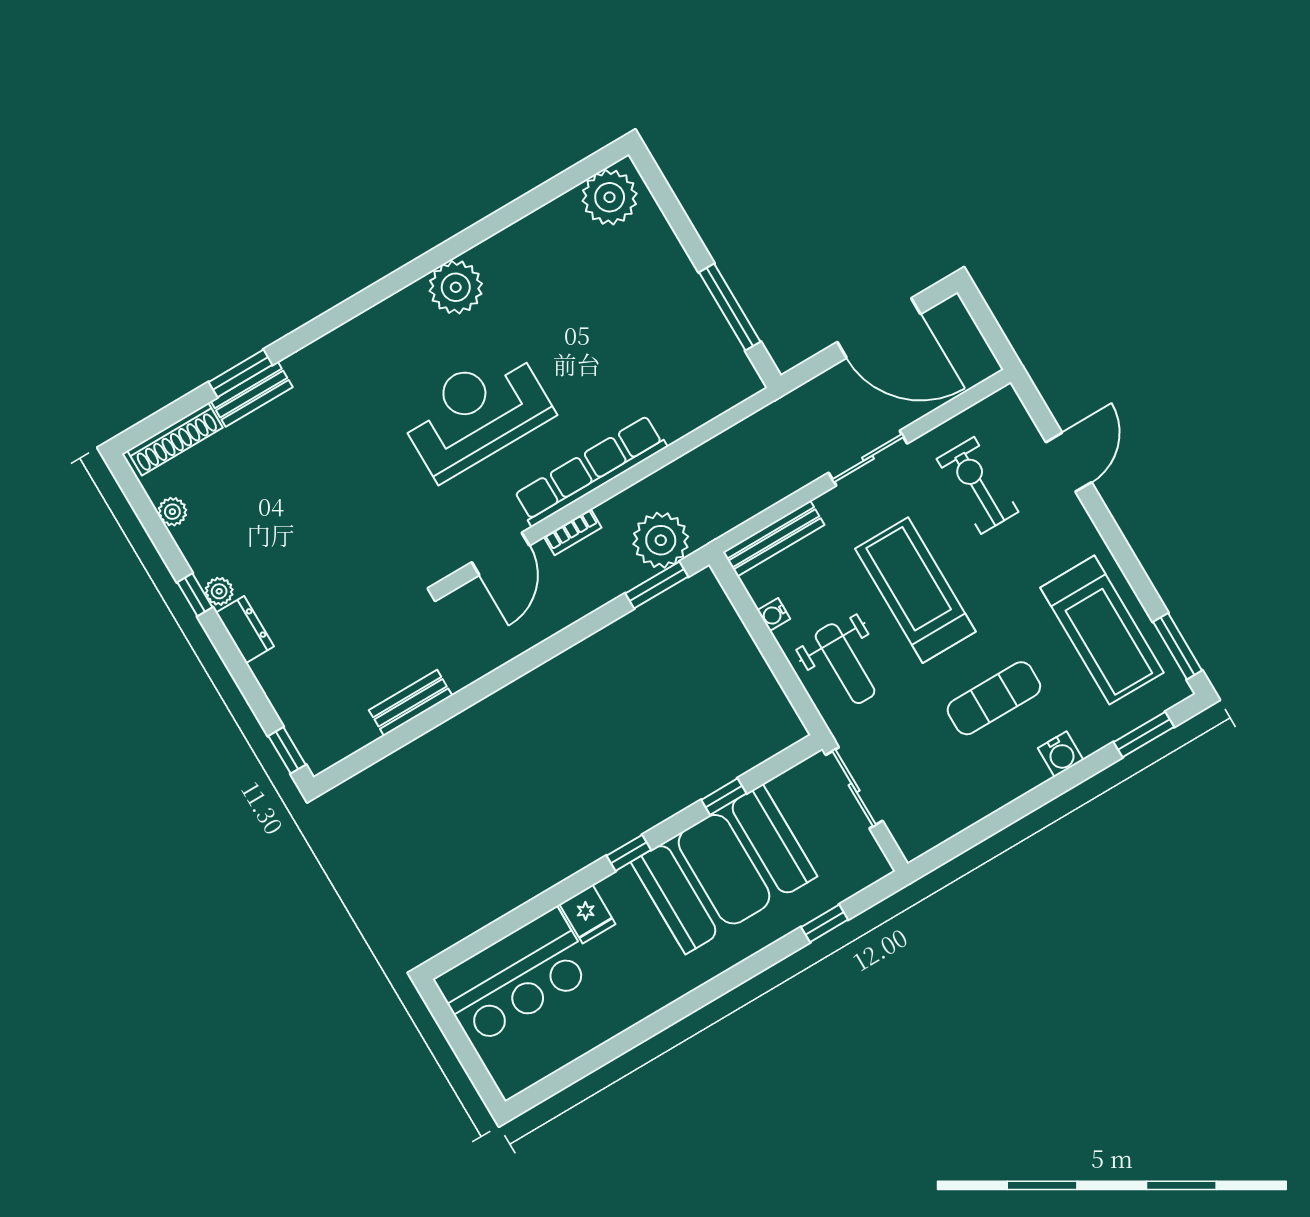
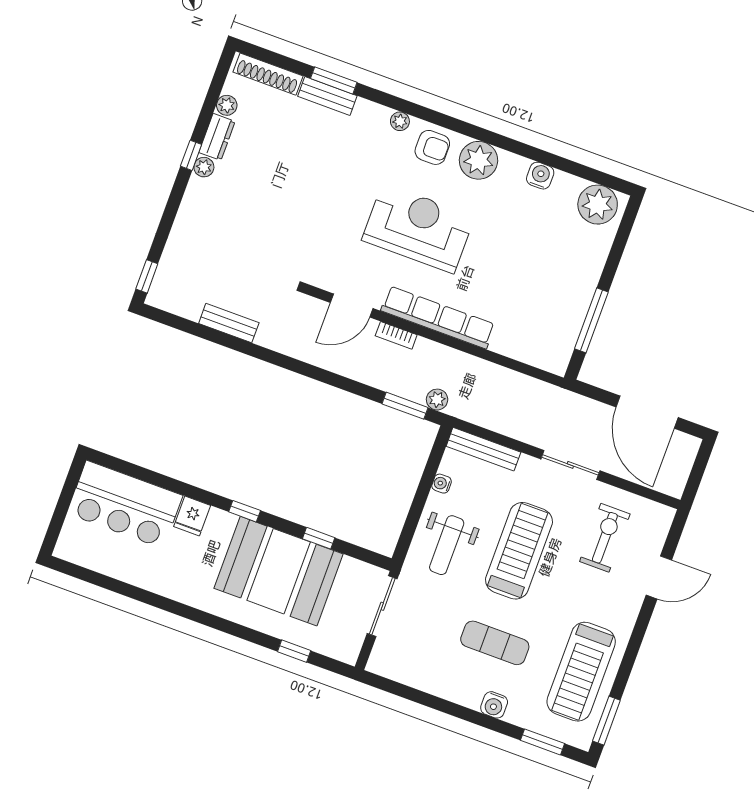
water cooler: (527, 234) -> (540, 176), added
armchair: (401, 326) -> (432, 147), added
plant: (344, 338) -> (400, 121), added
plant: (661, 540) -> (437, 400), width x0.53, depth x0.53
dresser: (245, 630) -> (217, 137), moved

